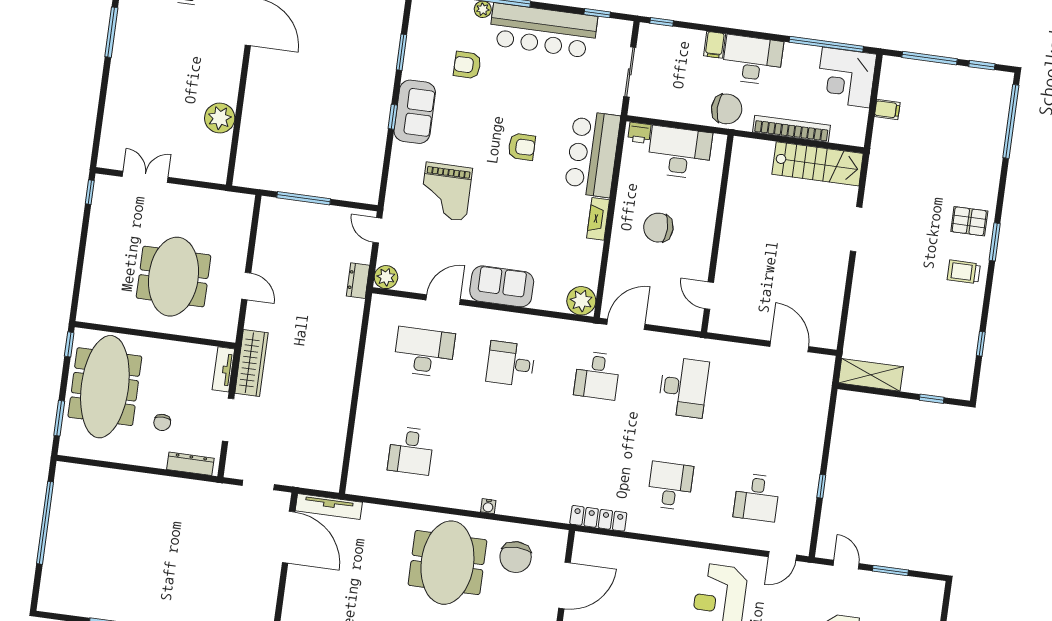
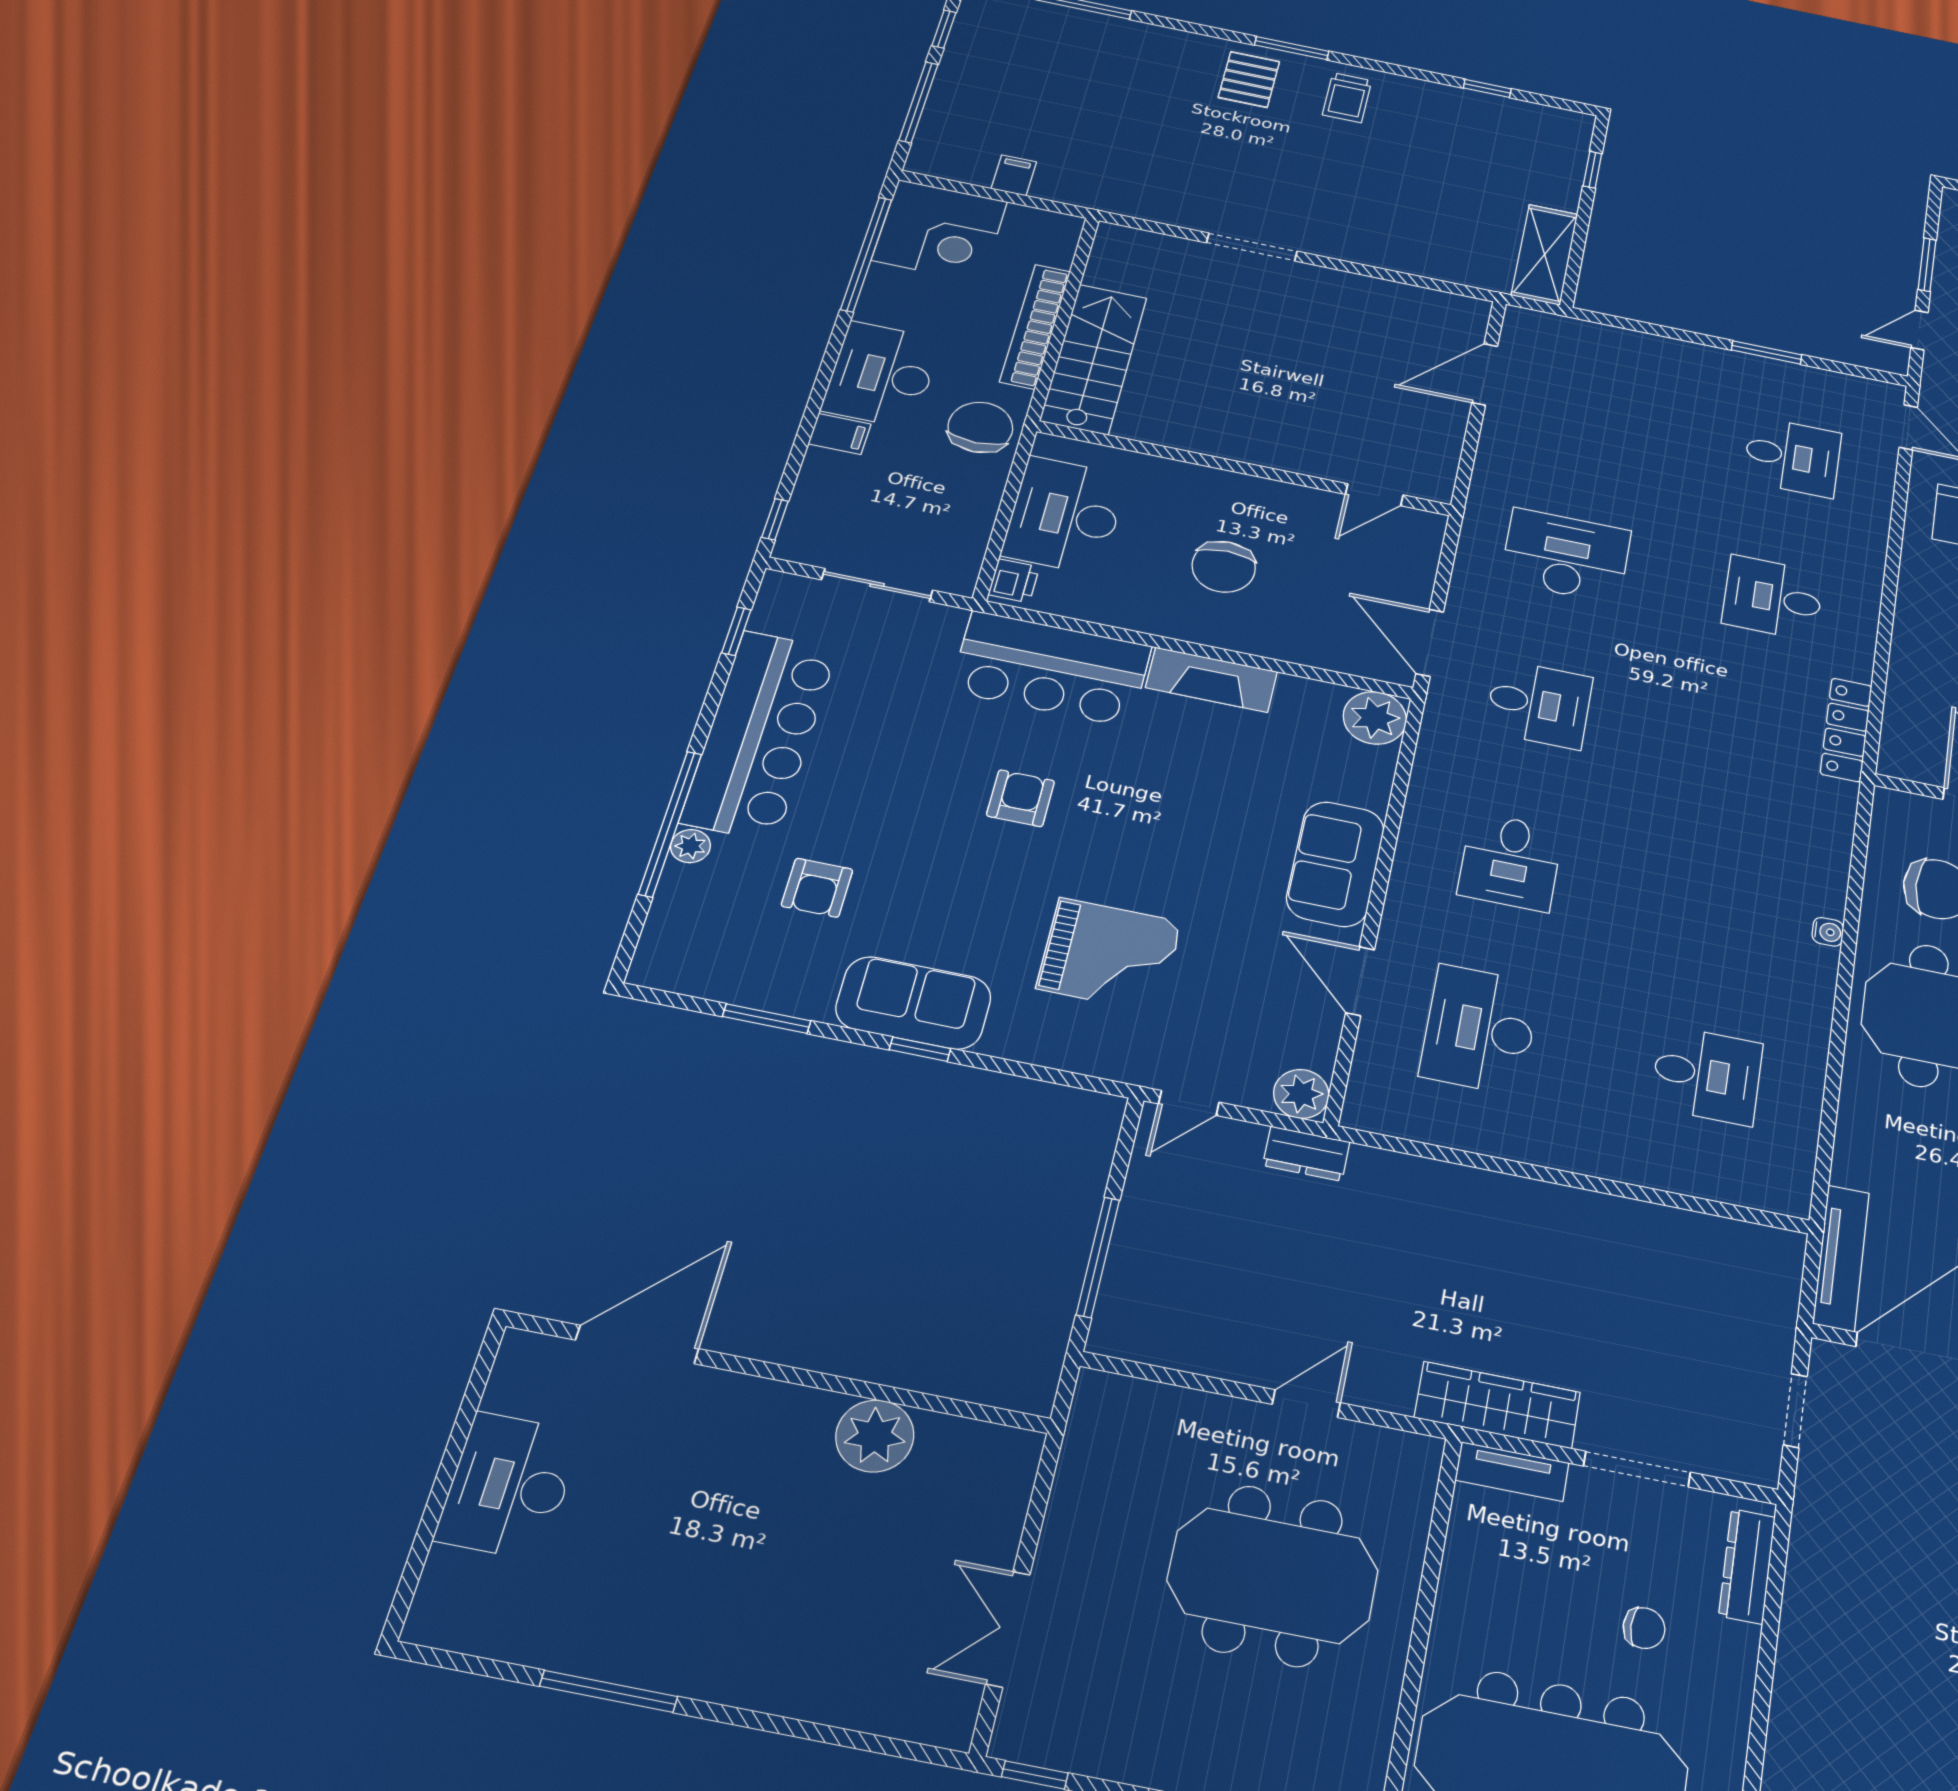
stairs: (818, 164) -> (1094, 359), moved
fireplace: (598, 219) -> (1211, 680), width x1.37, depth x1.32
window: (821, 486) -> (1767, 352), width x1.50

